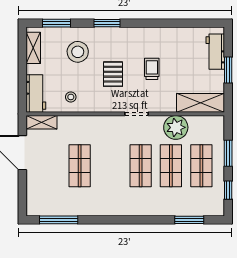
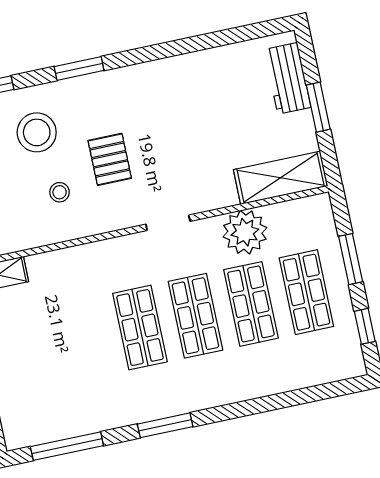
trolley: (152, 69) -> (178, 135), removed
stool: (71, 97) -> (60, 192), moved
shop shelf: (80, 166) -> (140, 328), moved
window: (189, 220) -> (165, 425), moved

